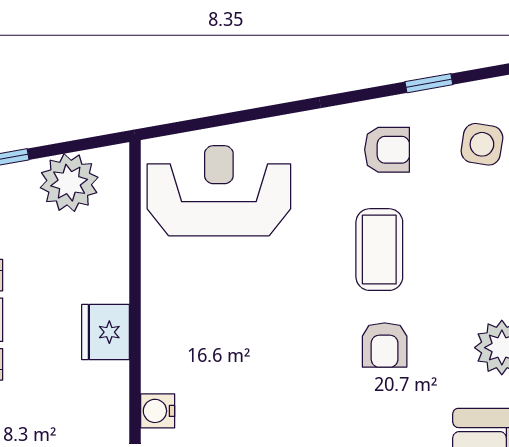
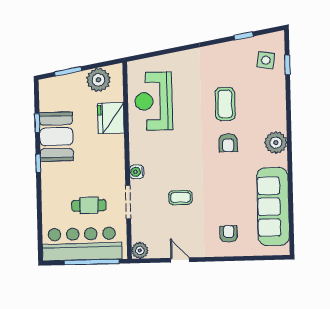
armchair: (387, 150) -> (227, 63), removed
reception desk: (219, 191) -> (154, 101), moved, turned -90
fridge: (105, 332) -> (111, 118), moved, width x1.36, depth x1.34

